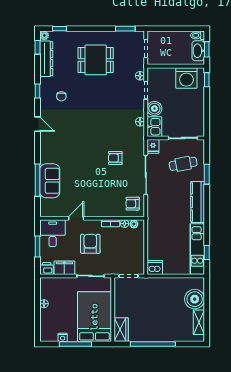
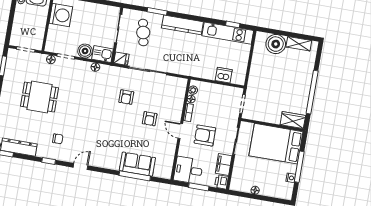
dining table: (96, 60) -> (39, 97), moved, turned 90
armchair: (133, 204) -> (150, 119), moved
door: (76, 218) -> (180, 131), moved
dishwasher: (155, 267) -> (224, 75), moved, turned 90

